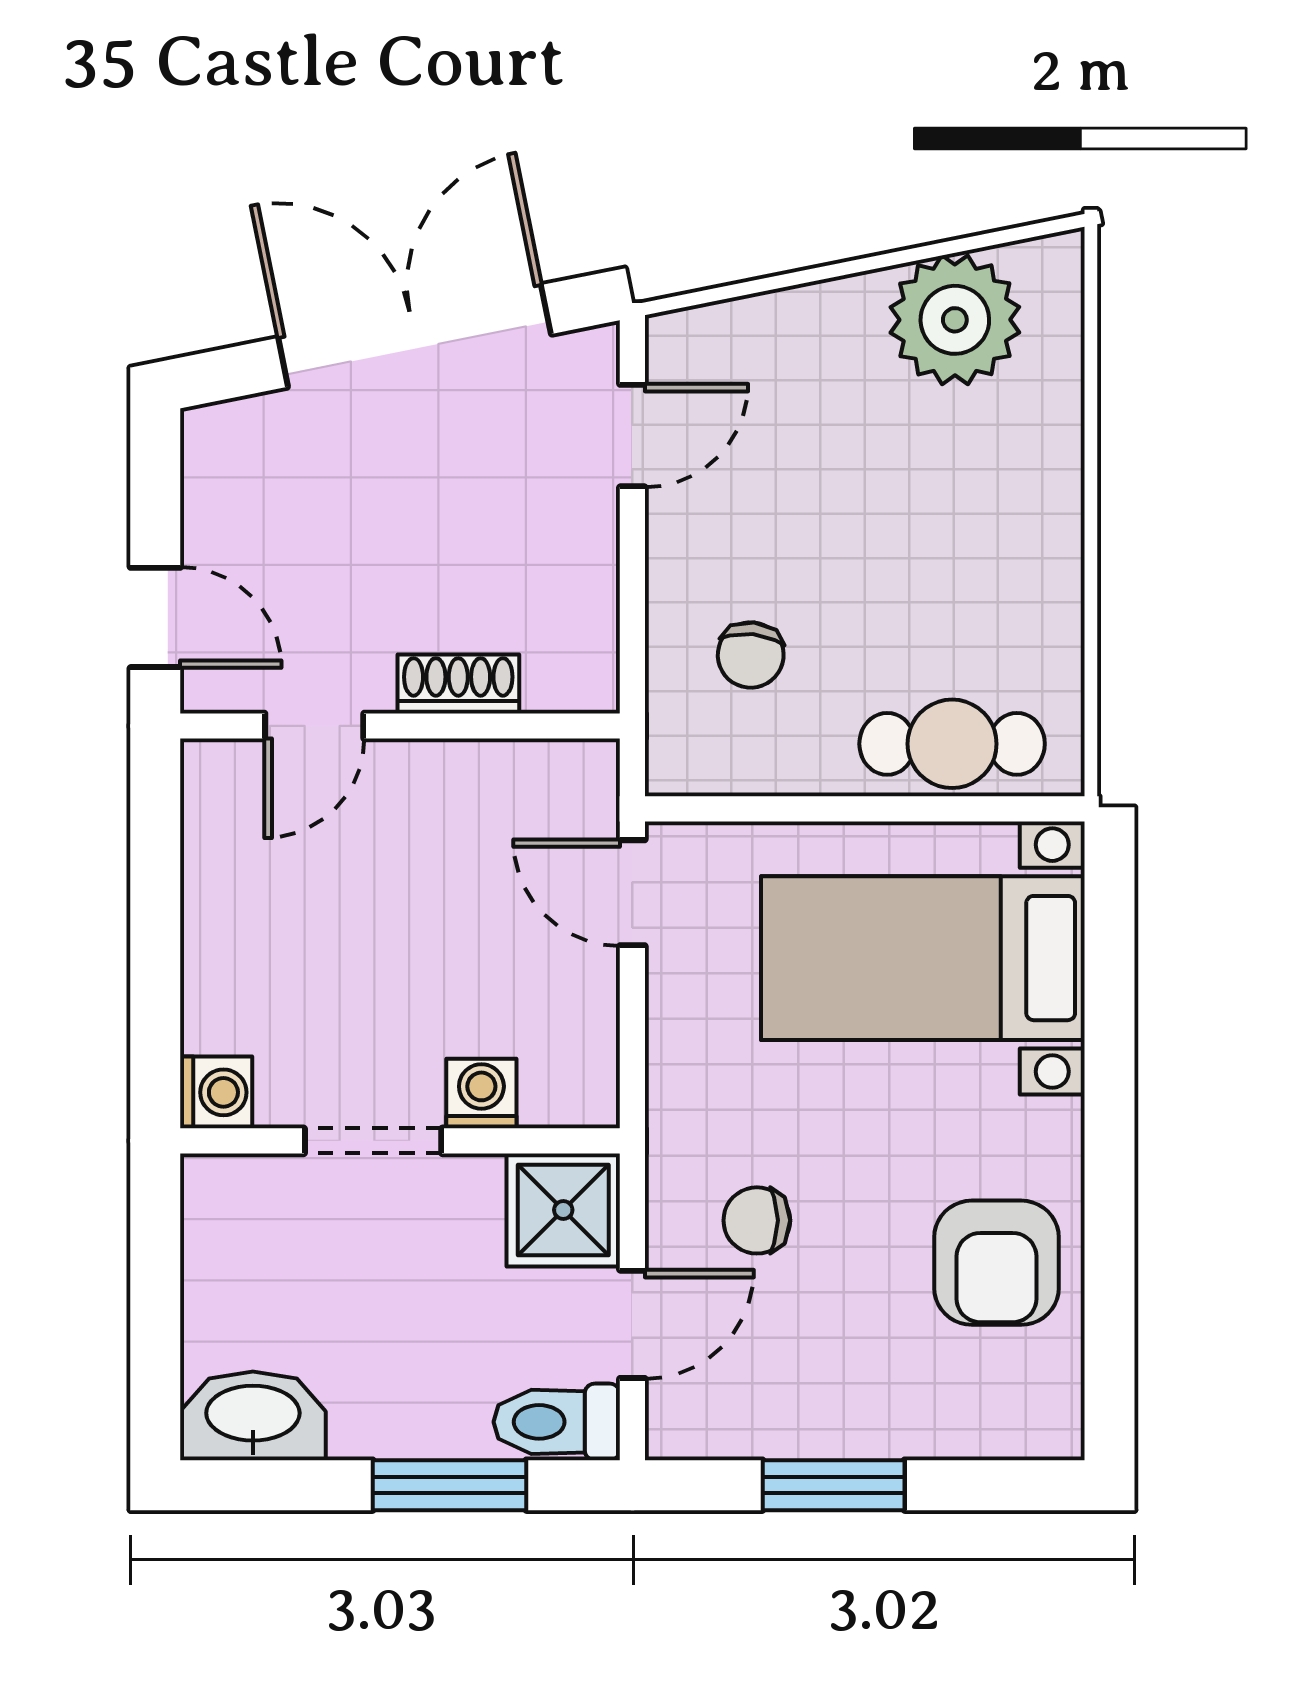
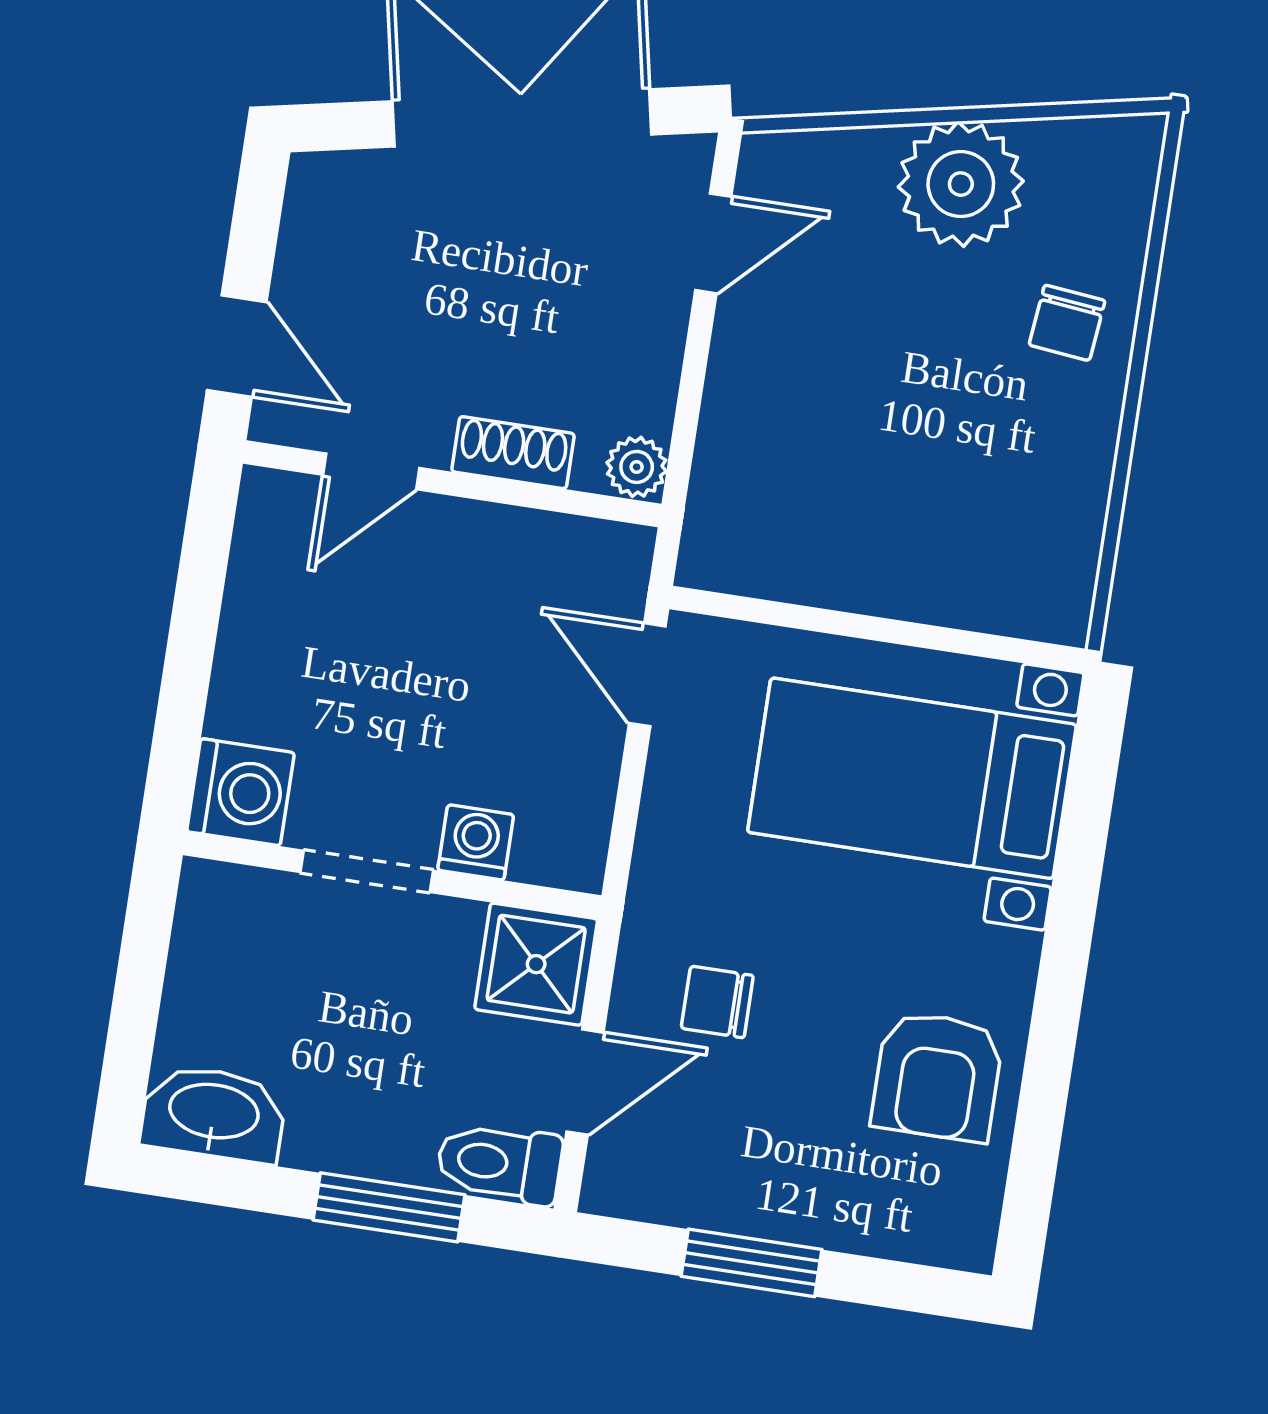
plant: (955, 320) -> (961, 184), moved
chair: (751, 655) -> (1067, 323), moved
plant: (589, 679) -> (637, 467), added
cafe table: (952, 744) -> (970, 580), removed
washing machine: (216, 1092) -> (240, 792), width x1.38, depth x1.38

